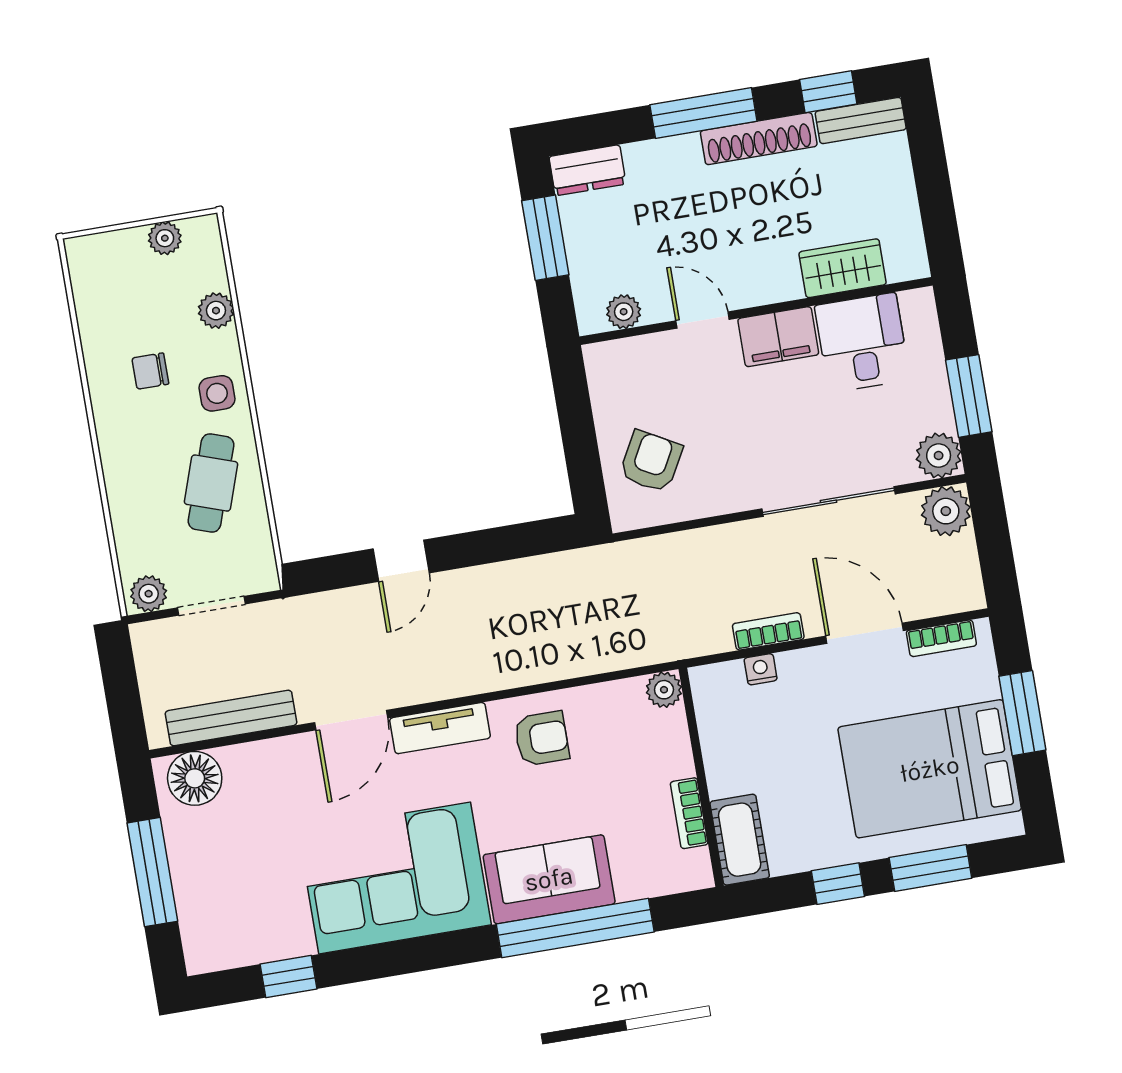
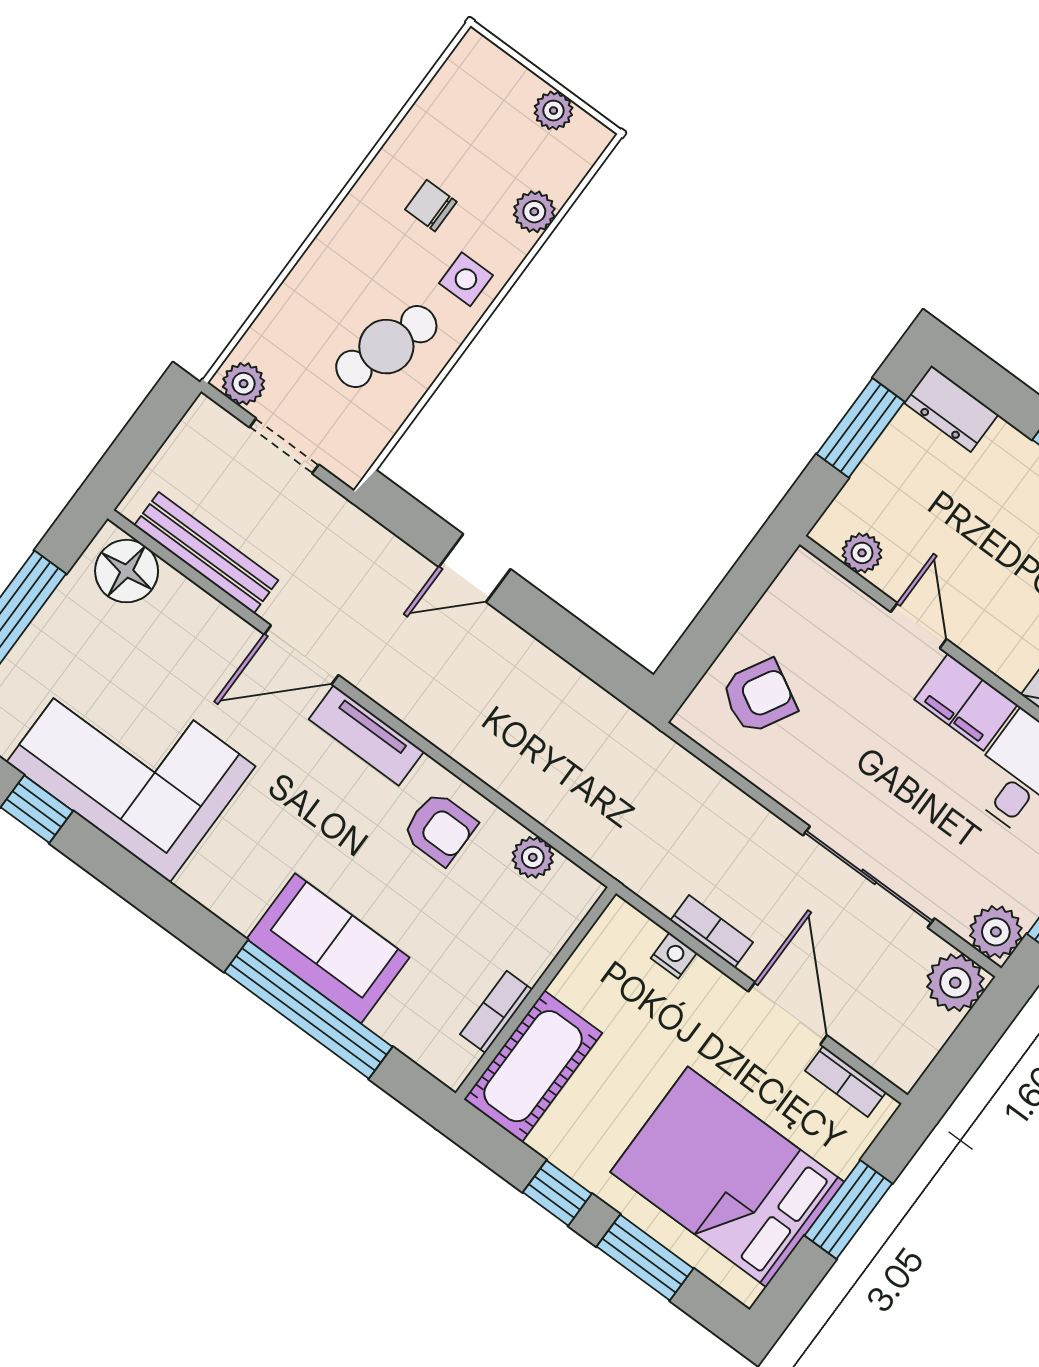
plant: (664, 690) -> (533, 857), moved
cot: (740, 840) -> (533, 1066), width x1.37, depth x1.34
corner sofa: (395, 878) -> (131, 764), moved

